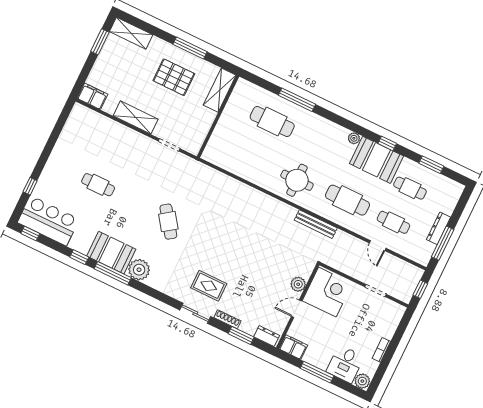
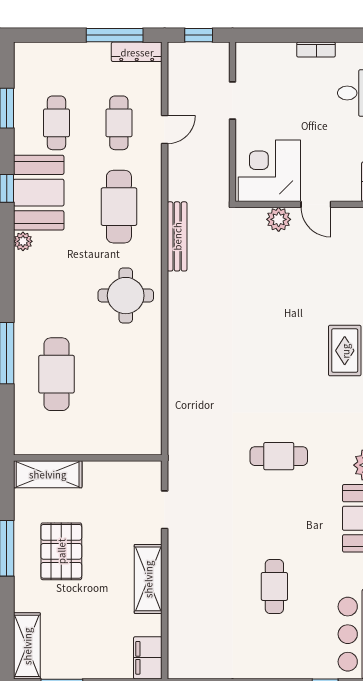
cafe table: (168, 222) -> (279, 456), turned 36
dresser: (439, 228) -> (137, 52), moved

